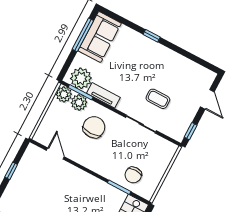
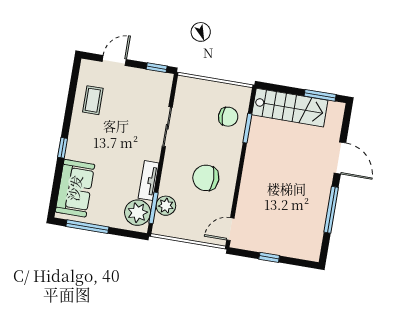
sofa: (100, 37) -> (75, 188), moved, turned 90
plant: (64, 94) -> (162, 226), removed
coffee table: (158, 99) -> (93, 100), moved
chair: (94, 127) -> (206, 178), moved
door: (55, 154) -> (230, 229), moved

